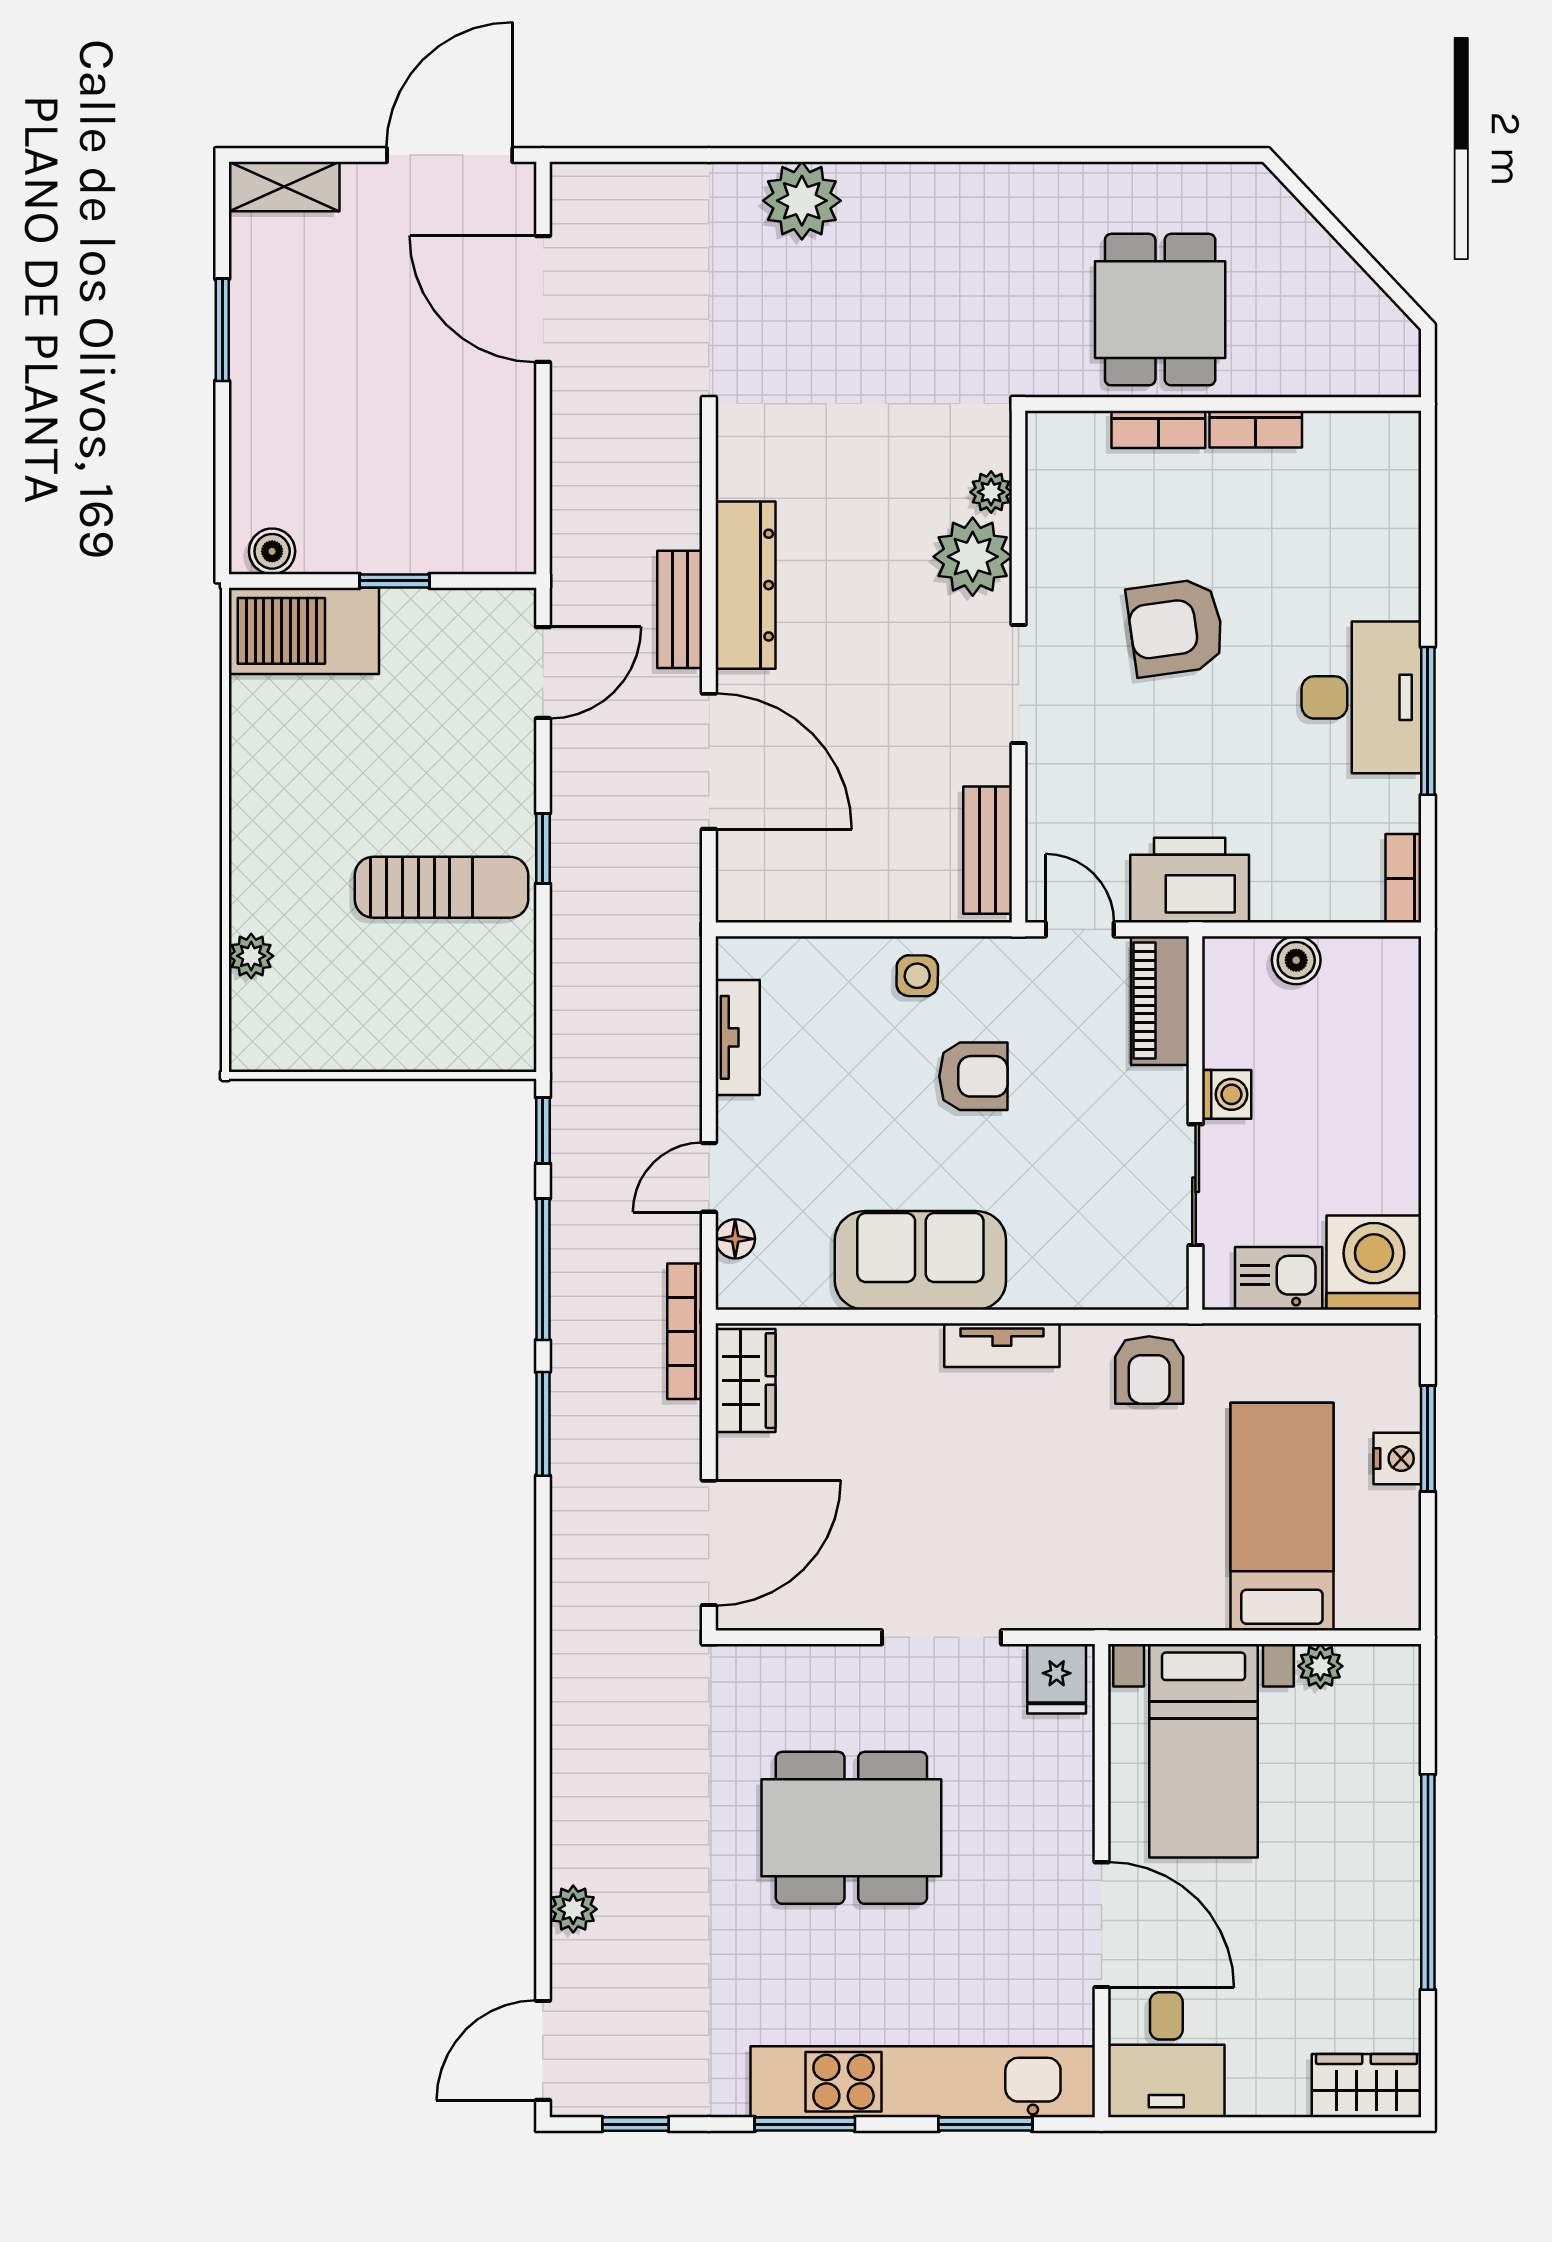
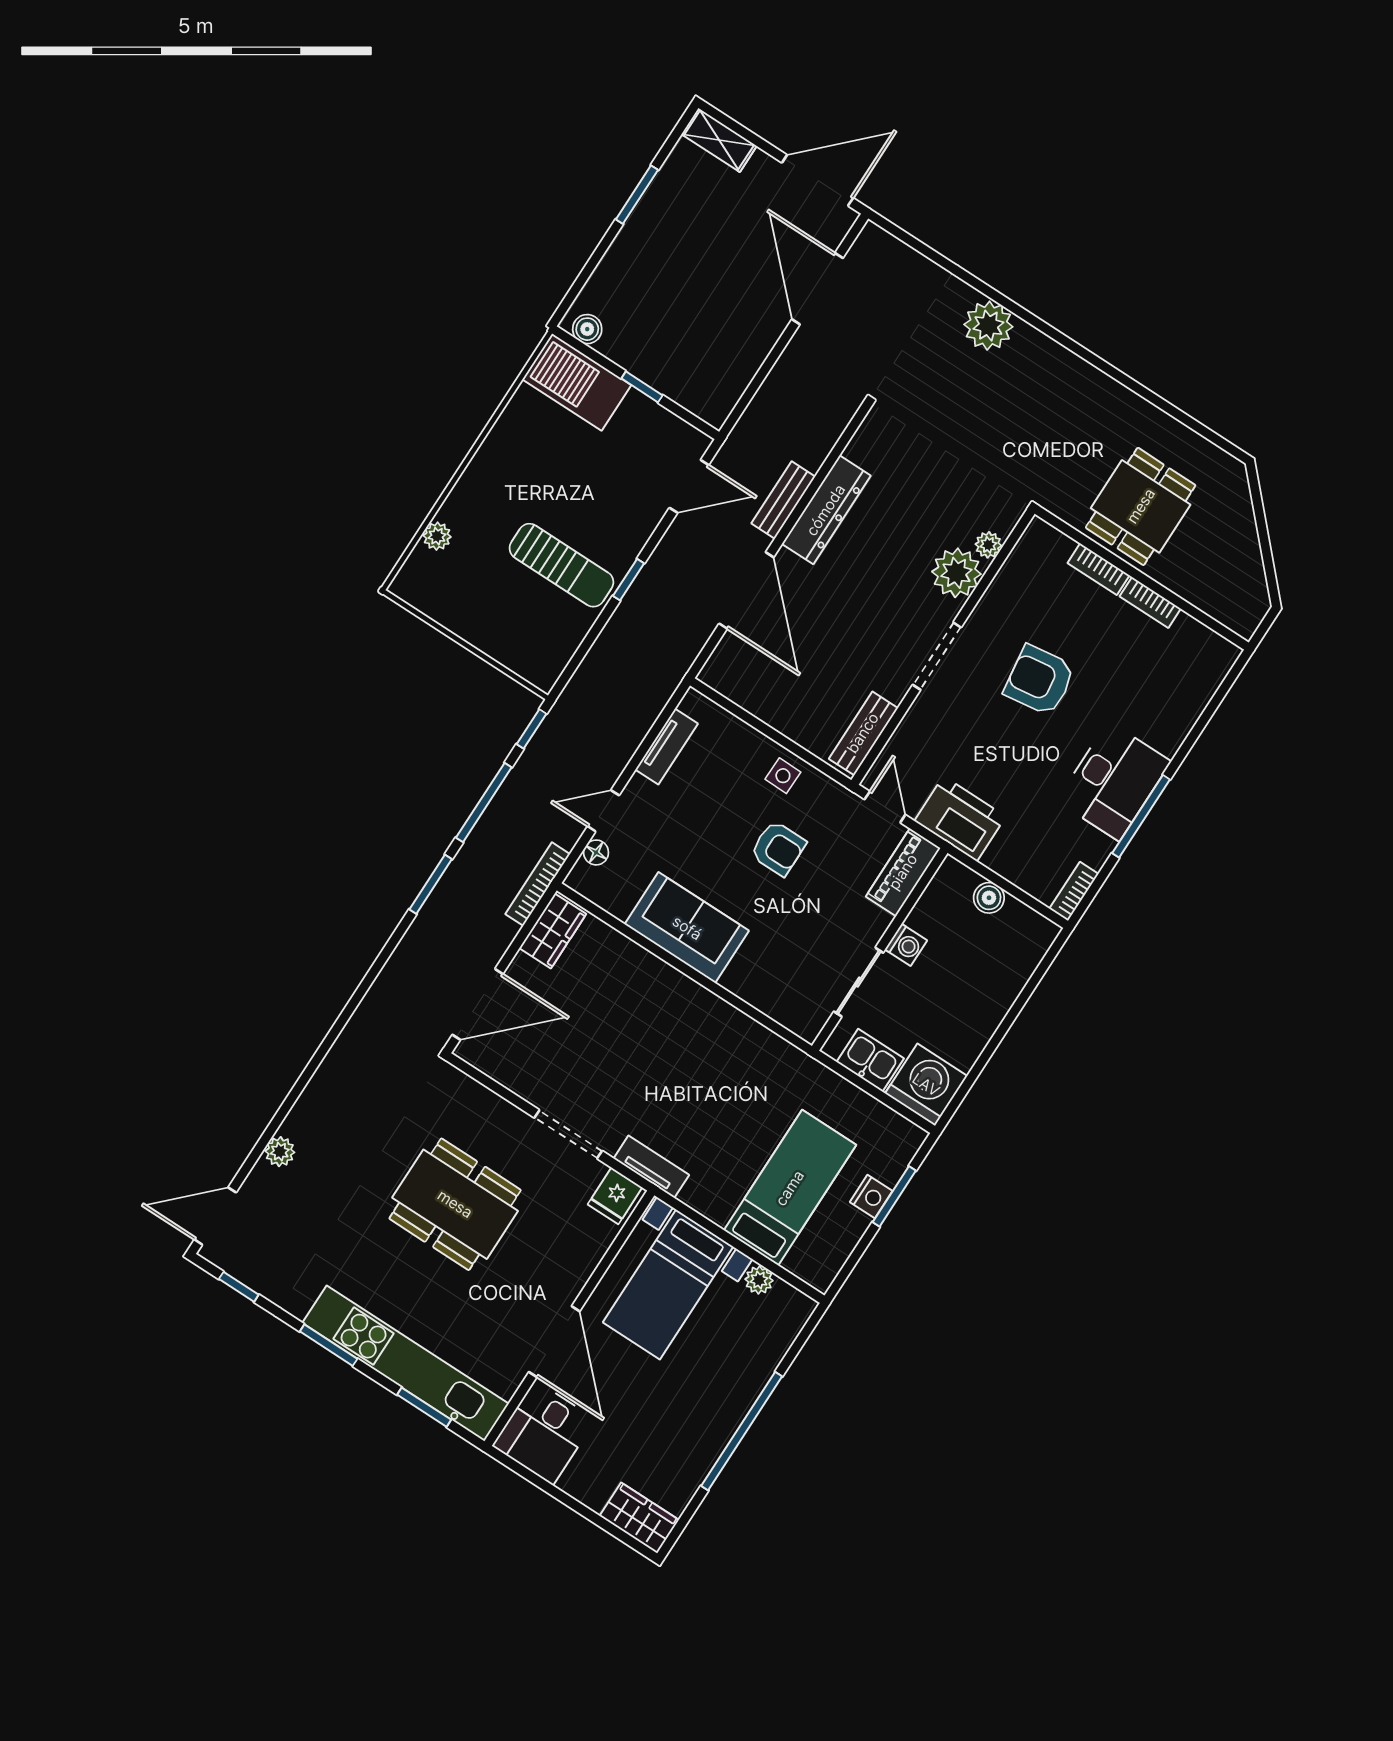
tv unit: (1002, 1345) -> (651, 1167), moved, turned 180
armchair: (1149, 1370) -> (770, 1064), removed

